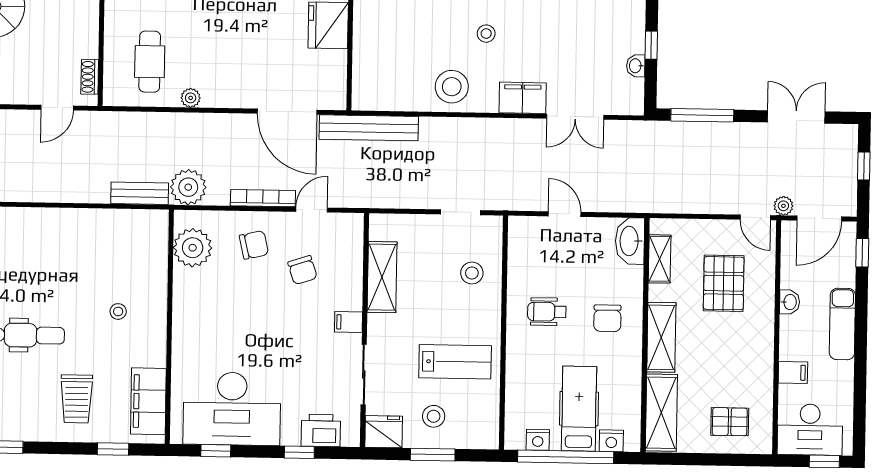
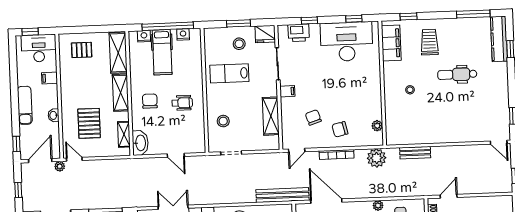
bench: (140, 193) -> (415, 153), moved
door: (312, 210) -> (297, 150), moved
plant: (193, 248) -> (377, 126), width x0.53, depth x0.53

